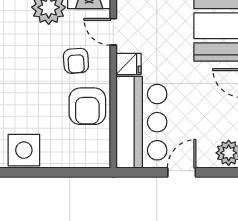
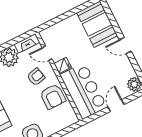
armchair: (76, 61) -> (36, 77), turned -99

